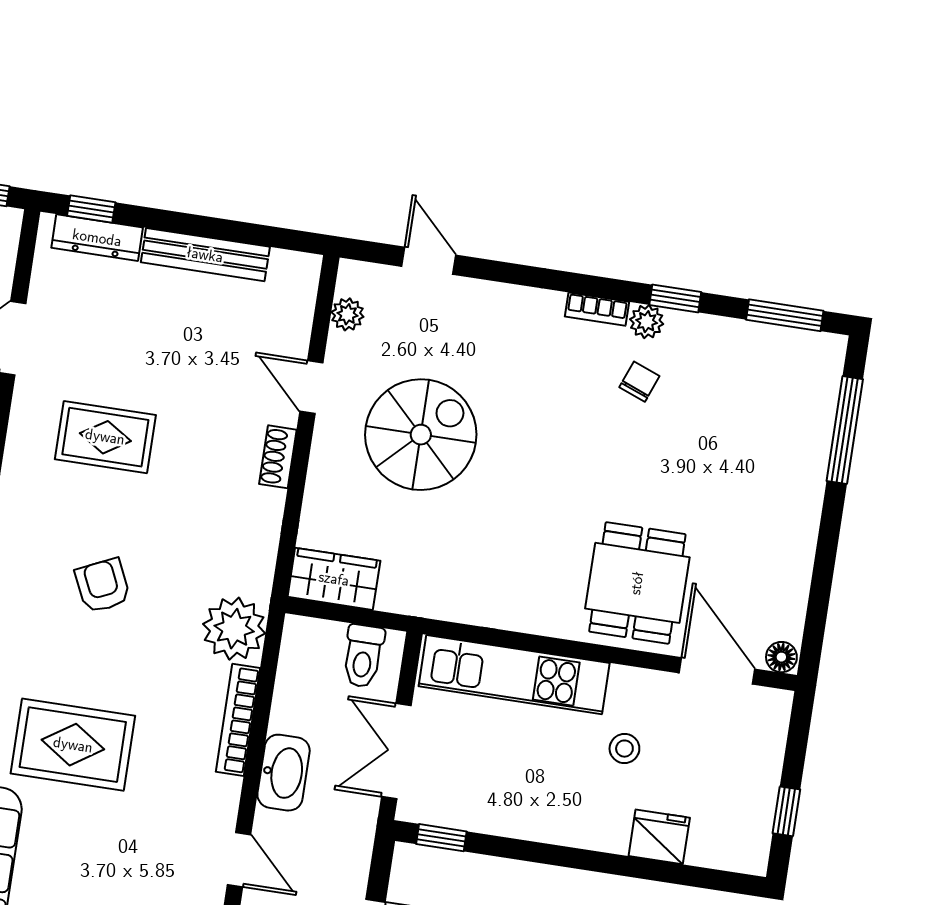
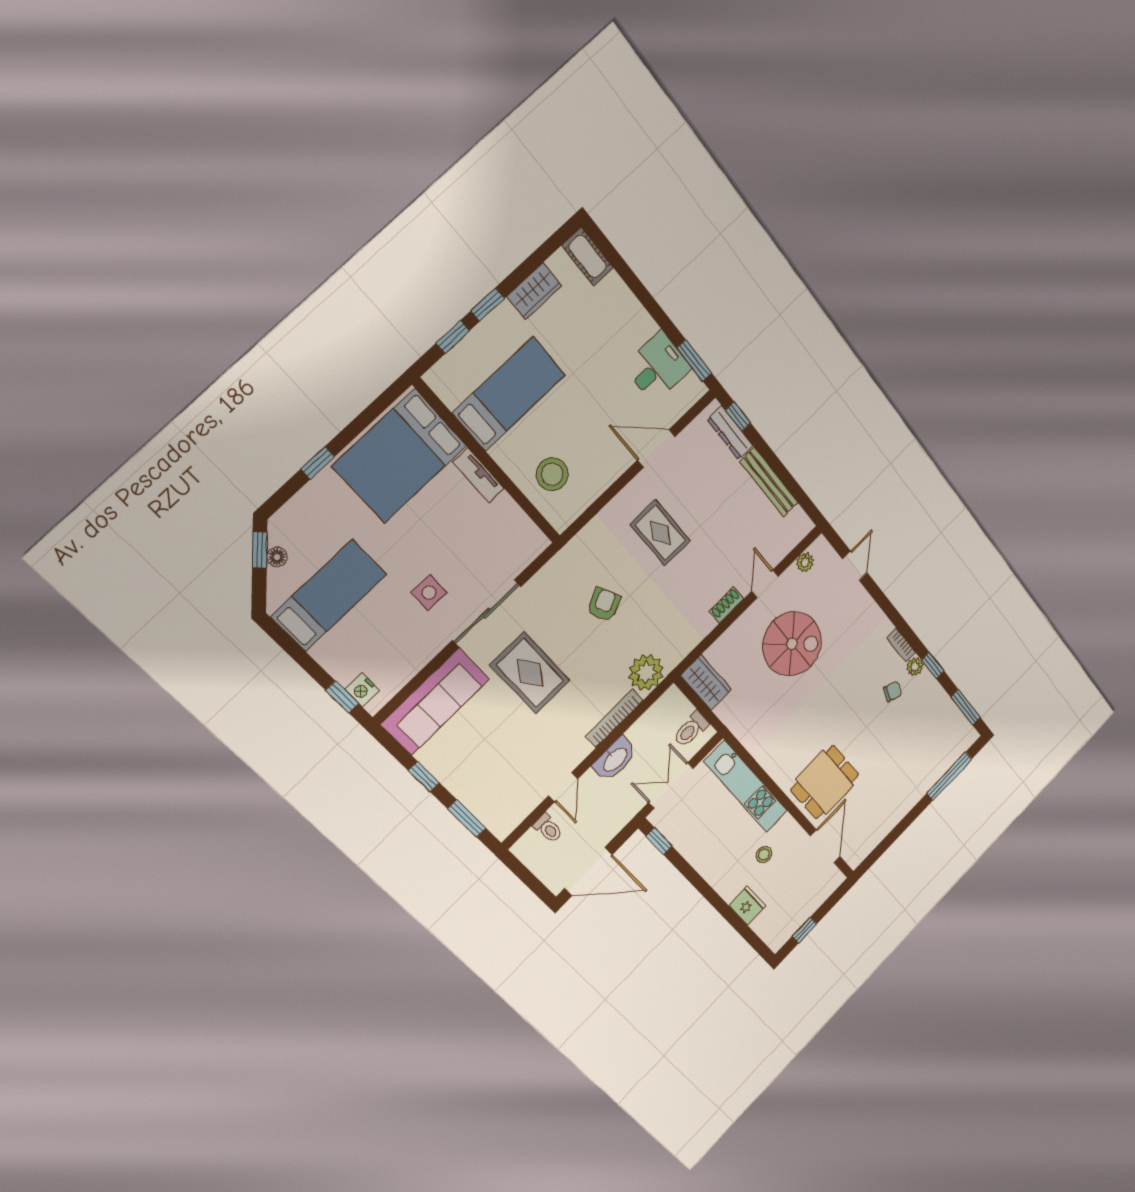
floor lamp: (781, 657) -> (854, 859), removed

